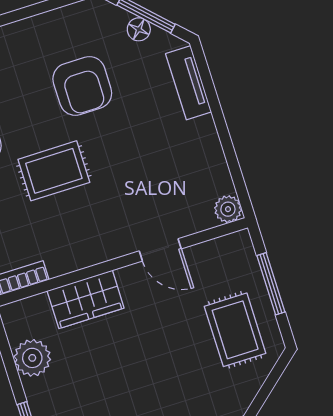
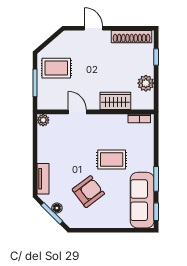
armchair: (82, 86) -> (88, 192), turned 53
rug: (235, 330) -> (56, 68), turned 90

